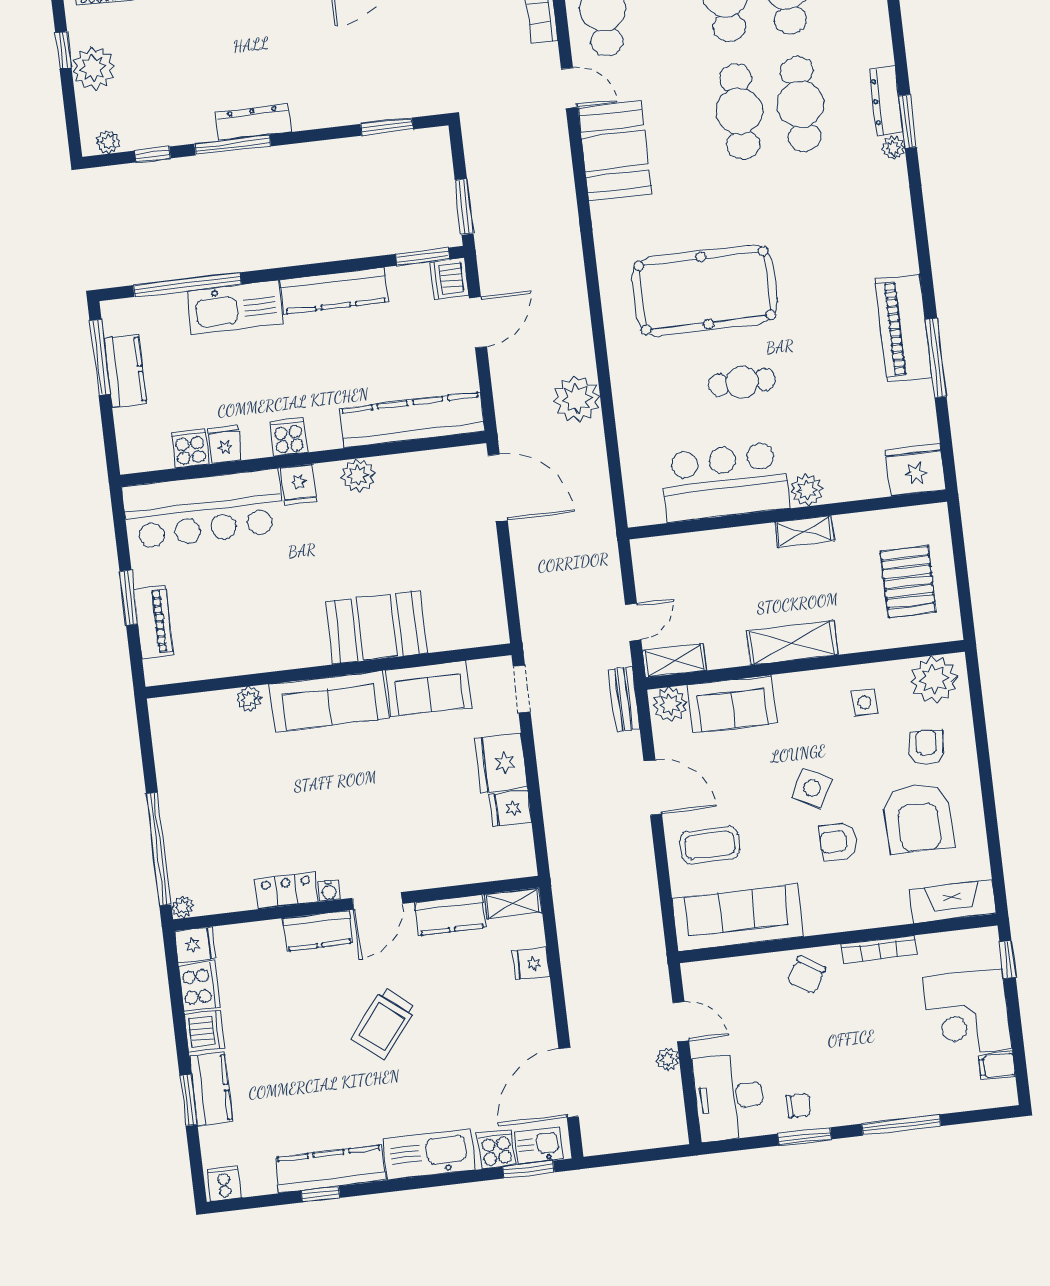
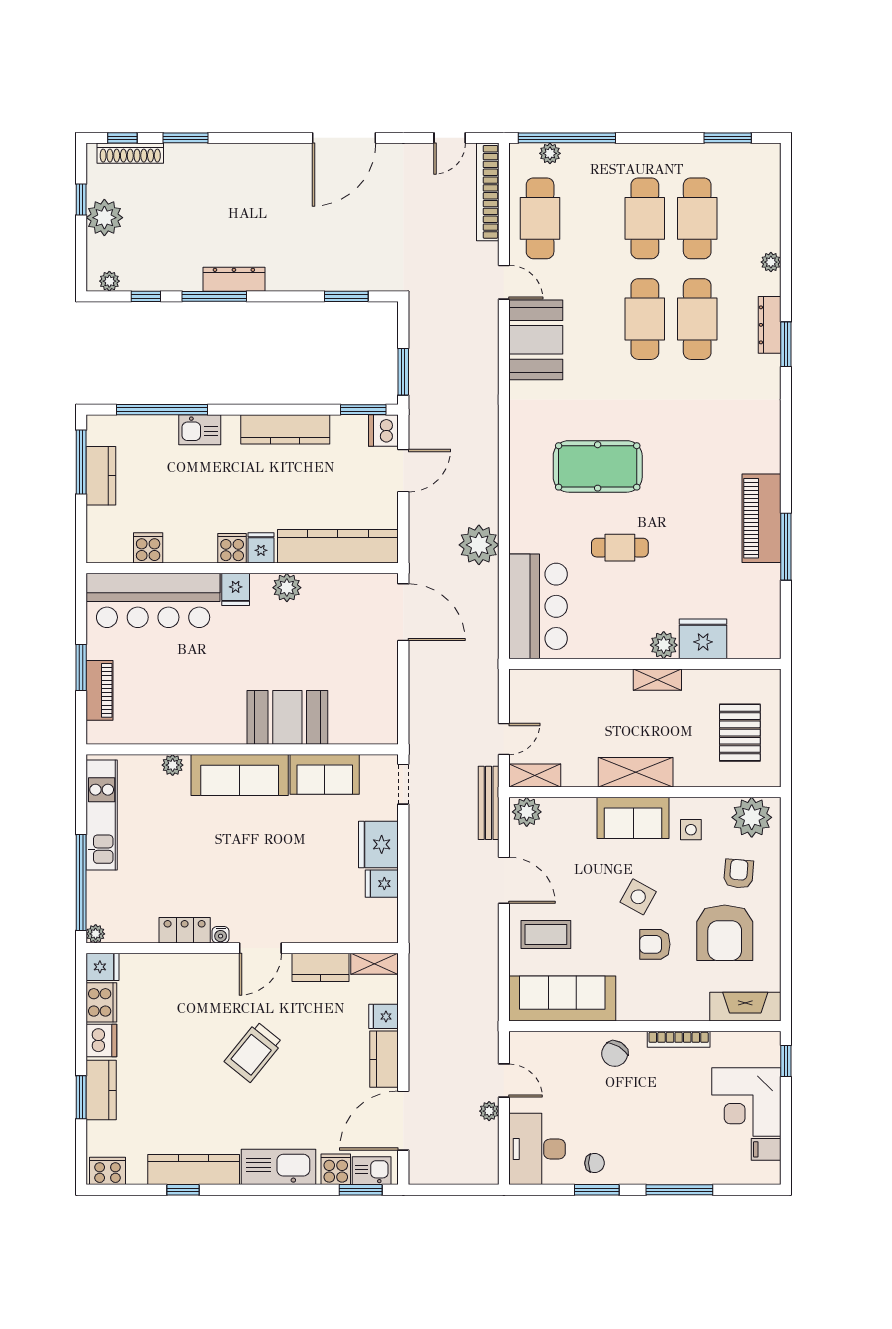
plant: (893, 148) -> (771, 262), moved
pool table: (705, 290) -> (598, 466), width x0.73, depth x0.76
kitchen sink: (235, 307) -> (200, 430), width x0.53, depth x0.81
fridge: (225, 444) -> (261, 548), moved
fridge: (915, 470) -> (703, 639), moved
bar counter: (725, 482) -> (538, 606), moved, turned 90
bench: (624, 699) -> (489, 803), width x1.36
sofa: (732, 704) -> (633, 818), moved
kitchen unit: (173, 767) -> (102, 815), added
kitchen counter: (318, 931) -> (384, 1059), moved, turned 90
cooker: (224, 1183) -> (108, 1171), width x1.36

